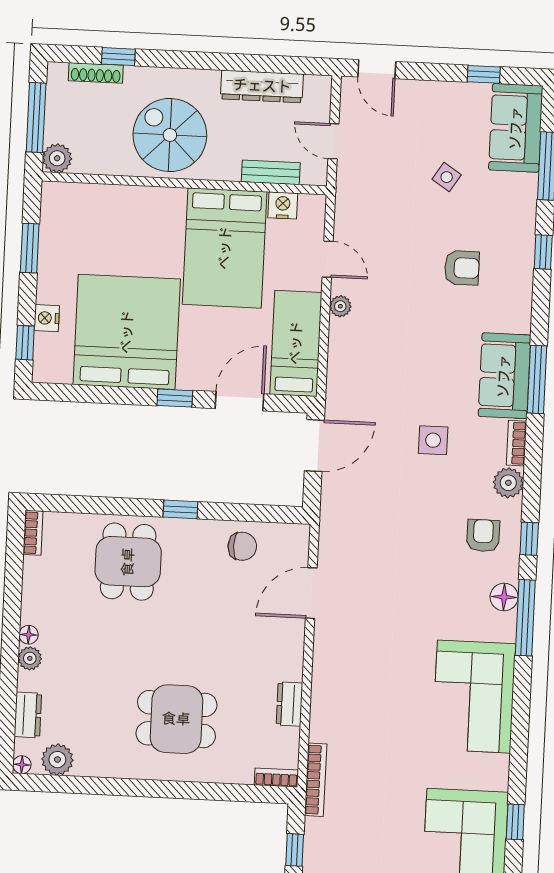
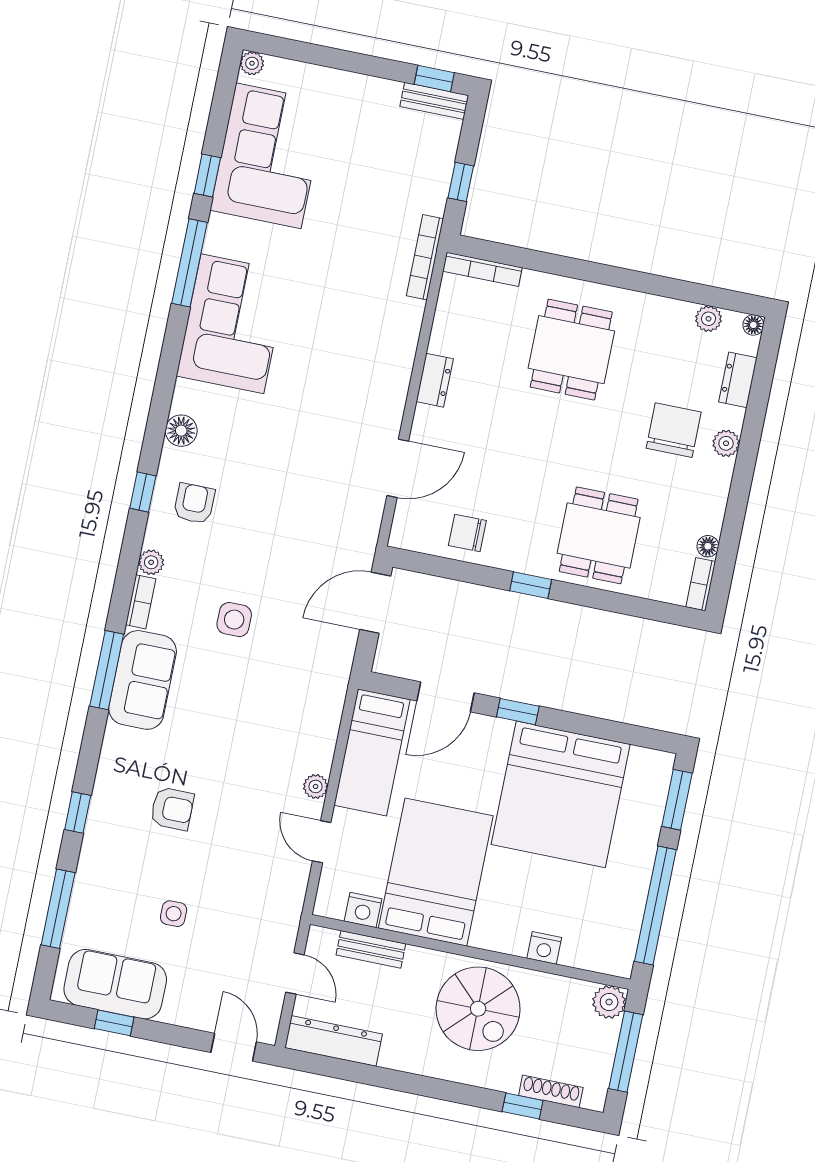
dresser: (262, 86) -> (333, 1041), moved
sofa: (516, 128) -> (115, 984), moved, turned -90
side table: (447, 177) -> (174, 914), turned -33
window: (30, 248) -> (655, 905), width x2.11
armchair: (462, 268) -> (172, 809), turned 180
nightstand: (47, 318) -> (544, 948), moved, turned 90
window: (25, 343) -> (677, 800), width x1.50
door: (314, 445) -> (375, 603), moved
plant: (508, 483) -> (151, 562), width x0.73, depth x0.73
armchair: (483, 536) -> (194, 503), turned 180
window: (525, 618) -> (190, 263), moved
floor lamp: (29, 635) -> (708, 546), moved
chair: (77, 663) -> (674, 430), added
dresser: (289, 704) -> (435, 380), moved
dining table: (176, 719) -> (571, 350), turned 90
plant: (57, 760) -> (709, 319), width x0.73, depth x0.73
bookcase: (276, 778) -> (482, 269), width x1.56

